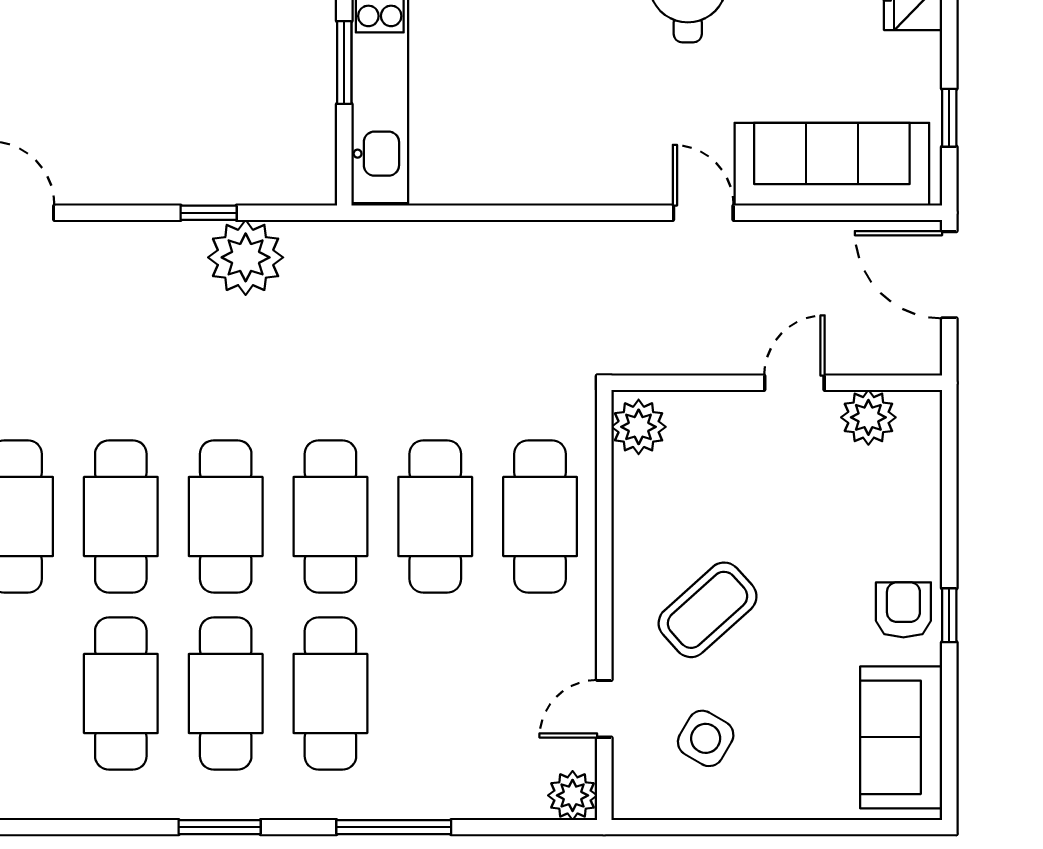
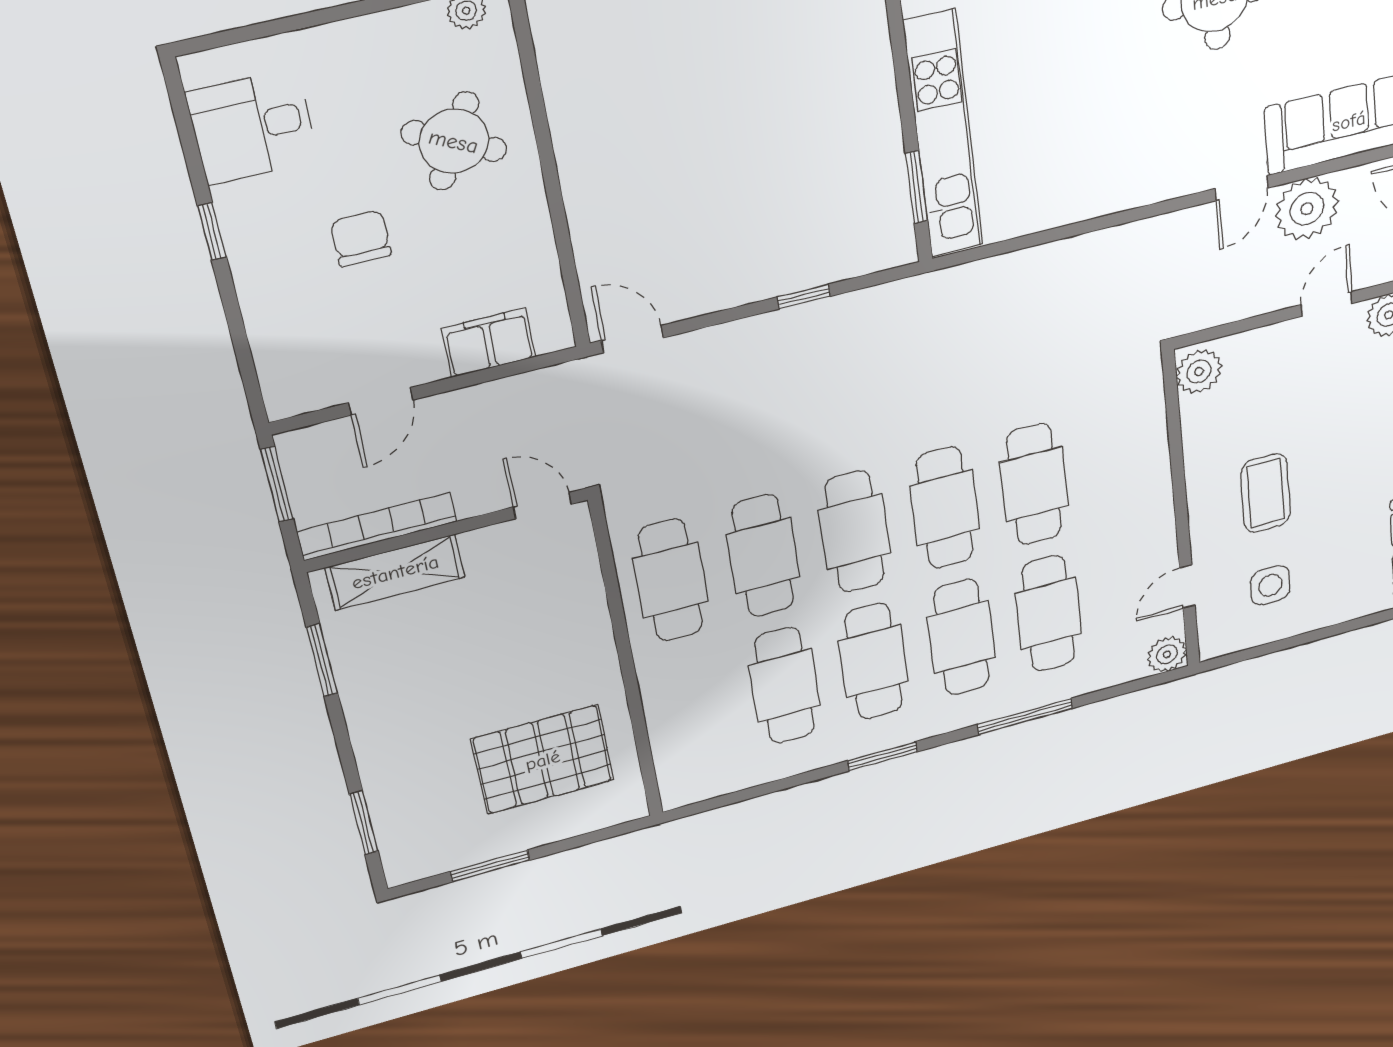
window: (344, 63) -> (917, 187), moved
door: (703, 213) -> (1242, 188), swing flipped
plant: (246, 257) -> (1307, 209), moved
cafe table: (540, 516) -> (1048, 614), moved
coffee table: (708, 610) -> (1266, 493), turned -48
side table: (706, 738) -> (1270, 585), turned -30

